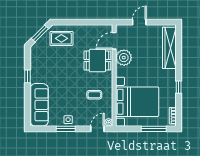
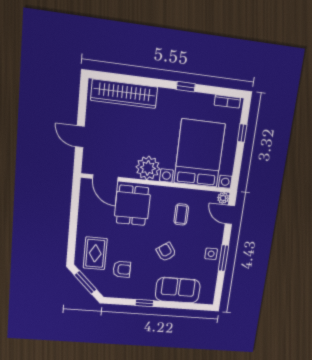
armchair: (51, 58) -> (122, 269), added
plant: (124, 58) -> (148, 168), moved
armchair: (67, 87) -> (166, 252), added
sofa: (39, 105) -> (178, 290), width x0.73
window: (154, 129) -> (242, 133), width x0.46

